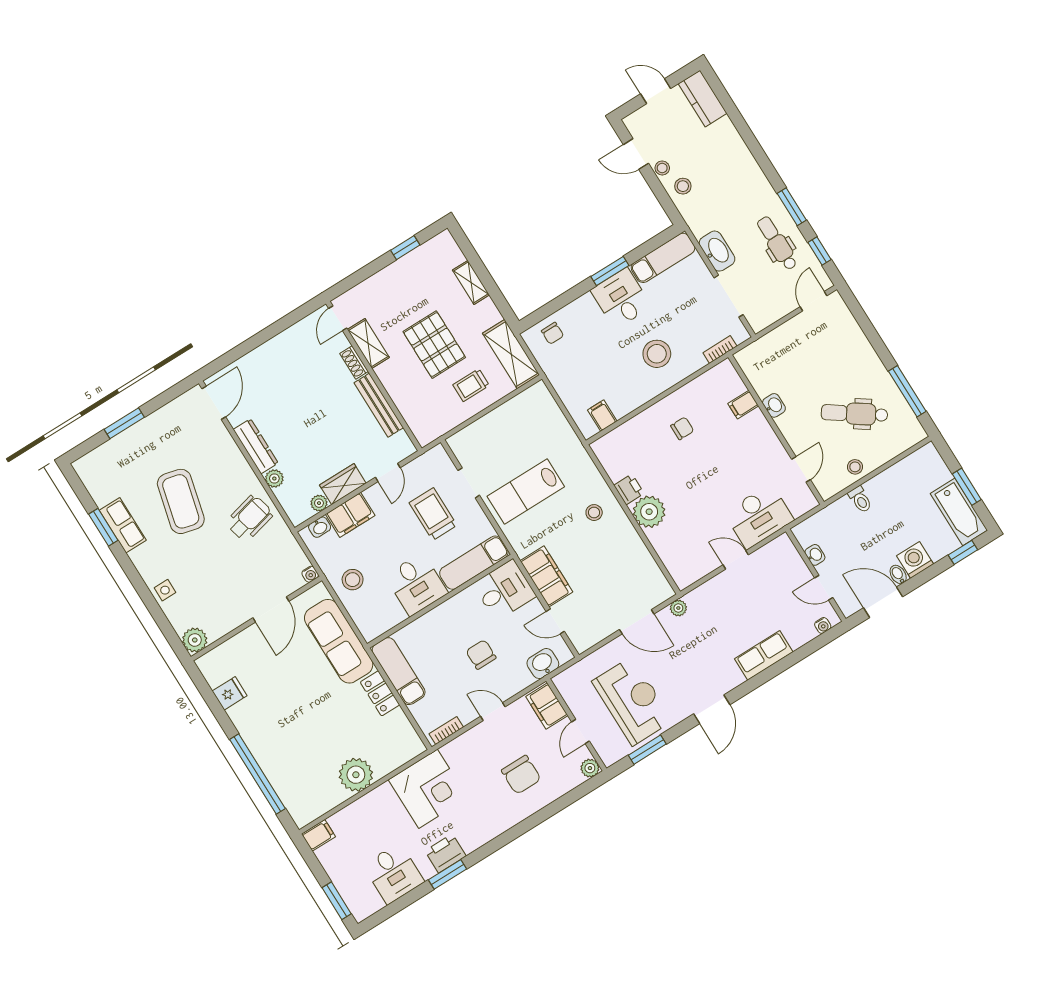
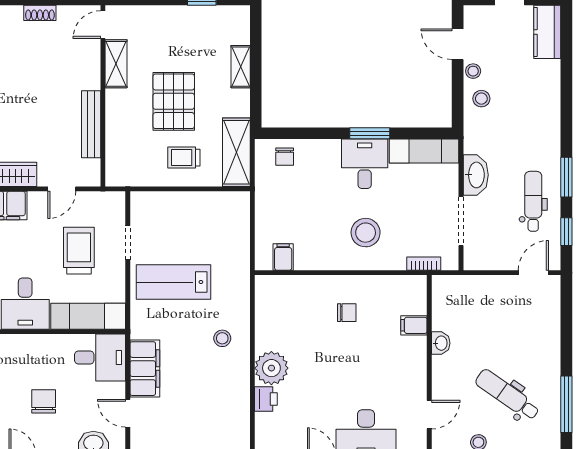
shoe rack: (354, 362) -> (40, 13), moved, turned -90
printer: (629, 489) -> (266, 399), moved

